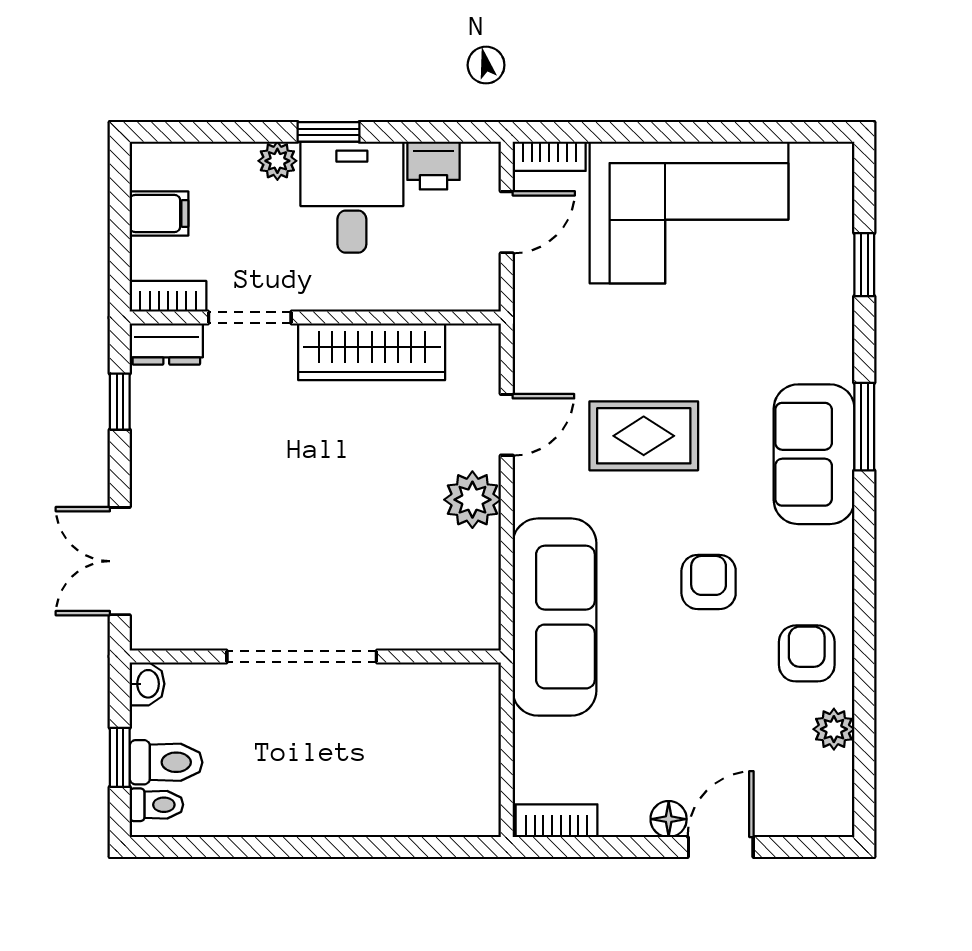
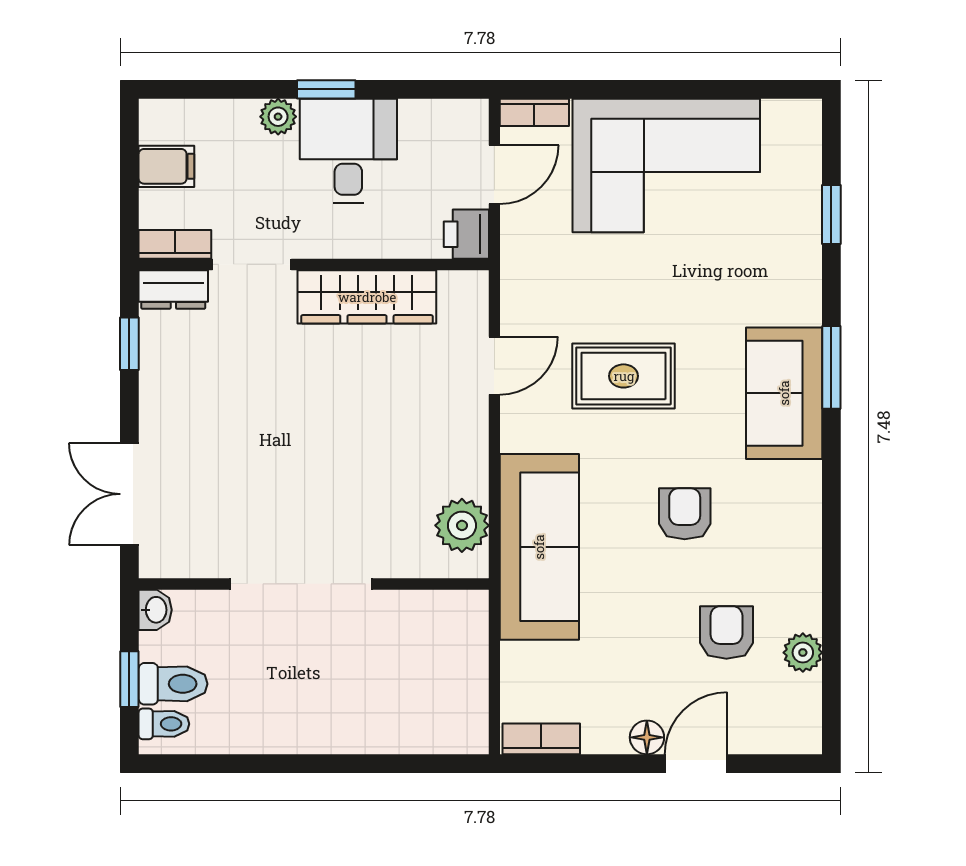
printer: (433, 166) -> (466, 234), moved, turned 90
plant: (472, 500) -> (462, 525), moved
armchair: (807, 653) -> (726, 632), moved

